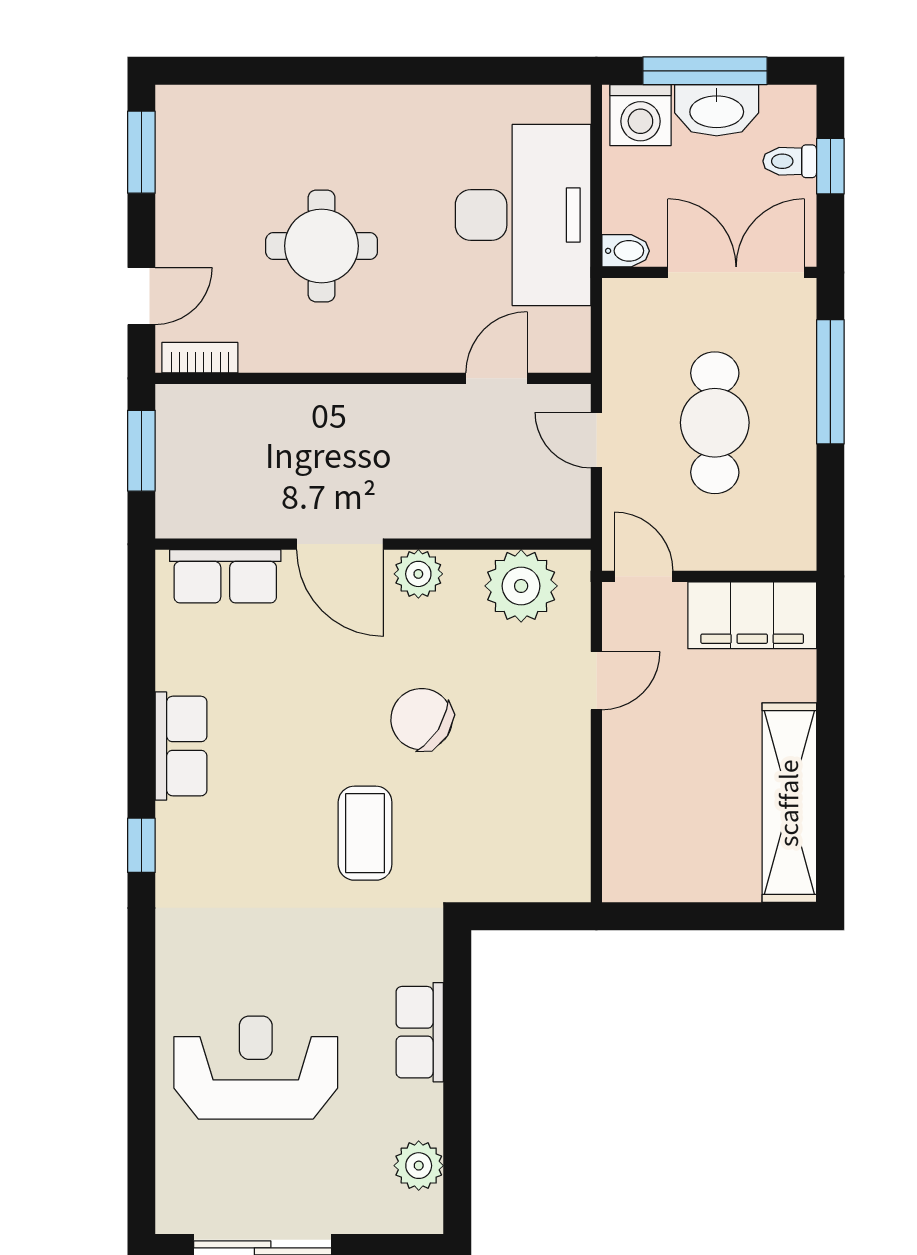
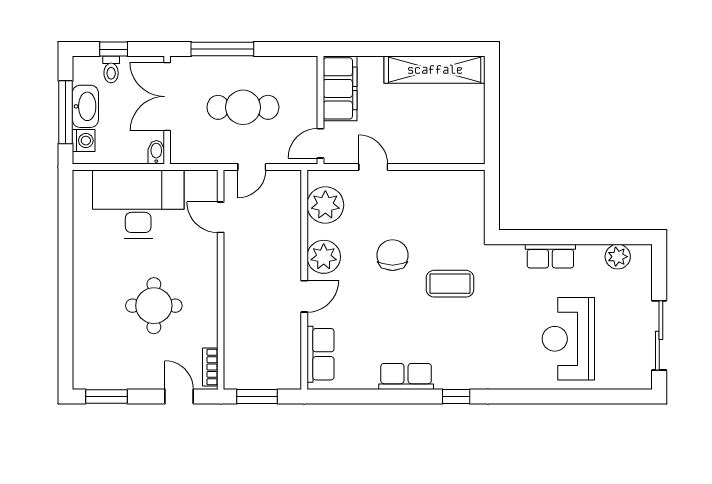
washing machine: (640, 115) -> (84, 141), width x0.73, depth x0.73
door: (340, 544) -> (304, 296), width x0.73
plant: (418, 574) -> (324, 257), width x1.36, depth x1.36
chair: (422, 719) -> (393, 255), turned 148

